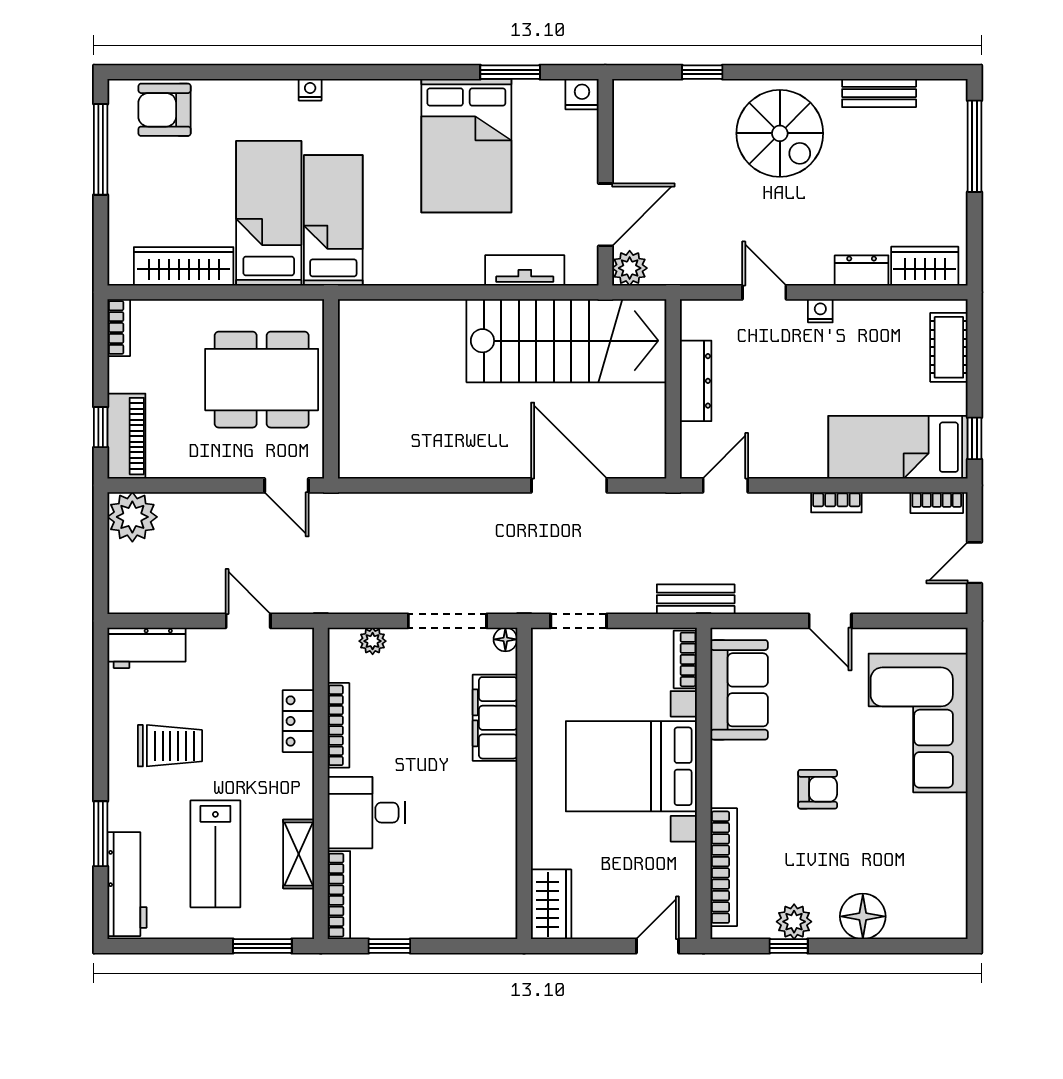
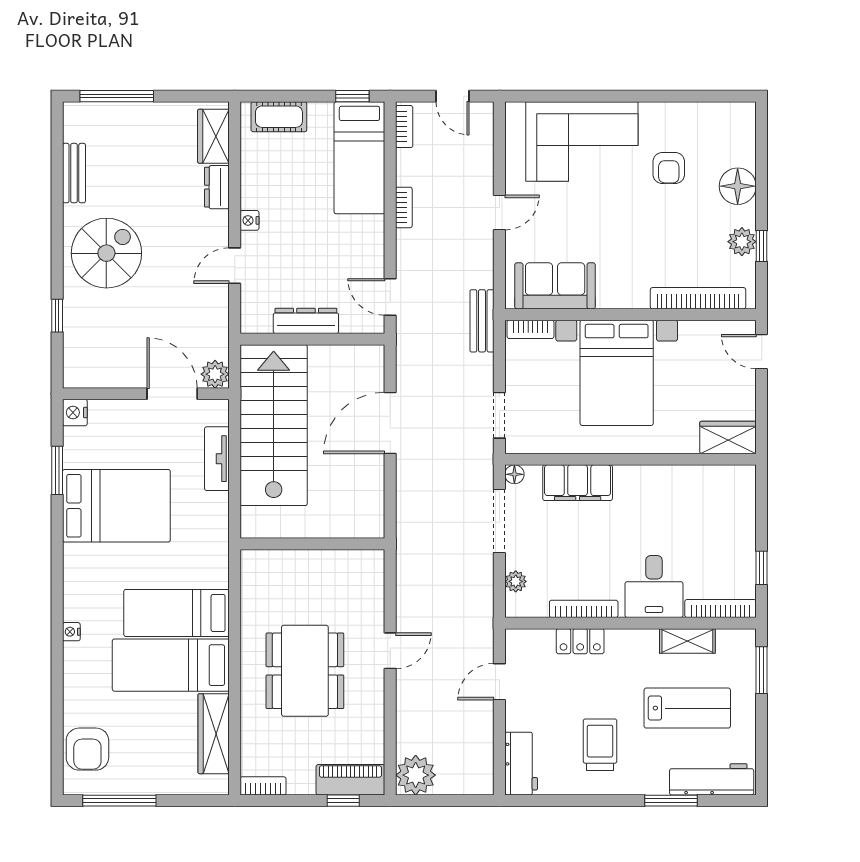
wall: (331, 389) -> (312, 544), moved
armchair: (818, 789) -> (669, 168), moved, turned 180

